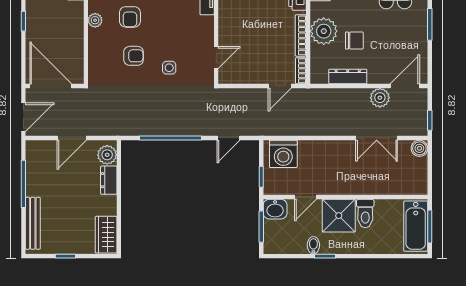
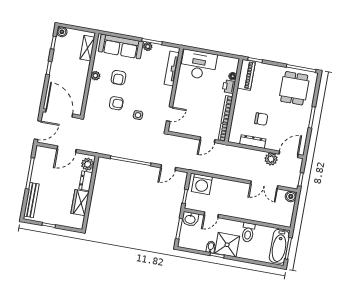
plant: (324, 31) -> (242, 109), removed
shower: (339, 216) -> (227, 245), moved
wardrobe: (106, 235) -> (80, 203), moved

